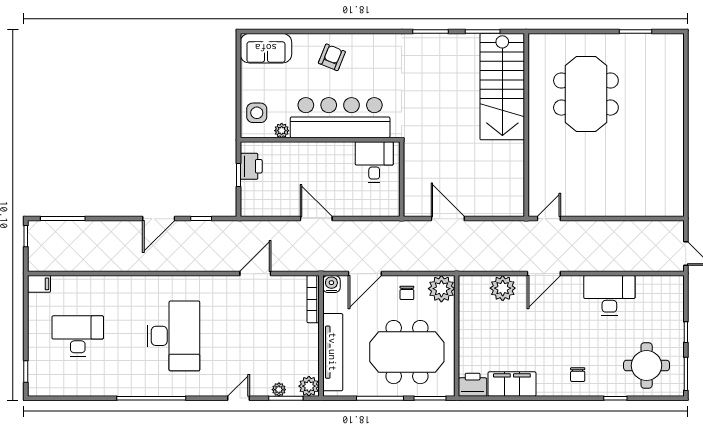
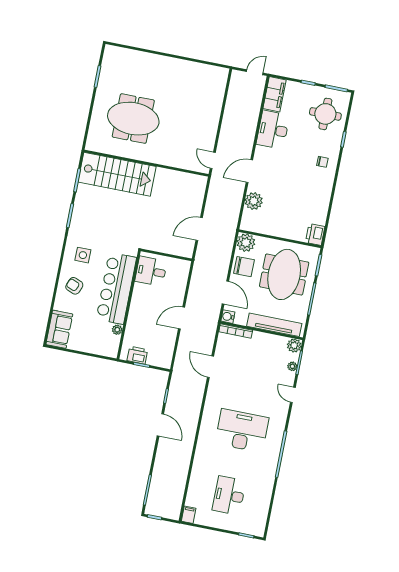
side table: (257, 113) -> (83, 255), moved
door: (544, 274) -> (249, 171), swing flipped
chair: (407, 293) -> (244, 267), width x1.87, depth x1.87
filing cabinet: (512, 384) -> (275, 94), moved, turned 180

